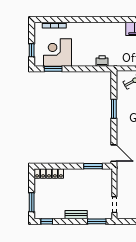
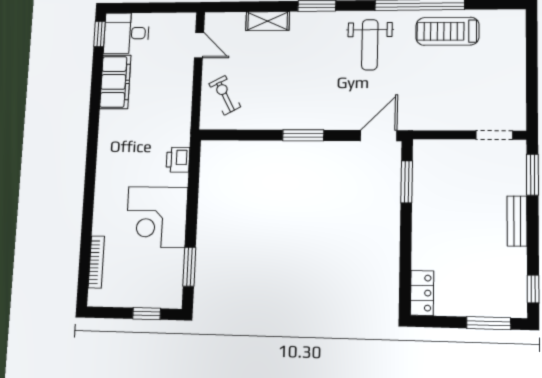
corner desk: (58, 52) -> (157, 217), moved
window: (114, 109) -> (303, 135), moved
locker: (49, 174) -> (422, 293), width x0.66

